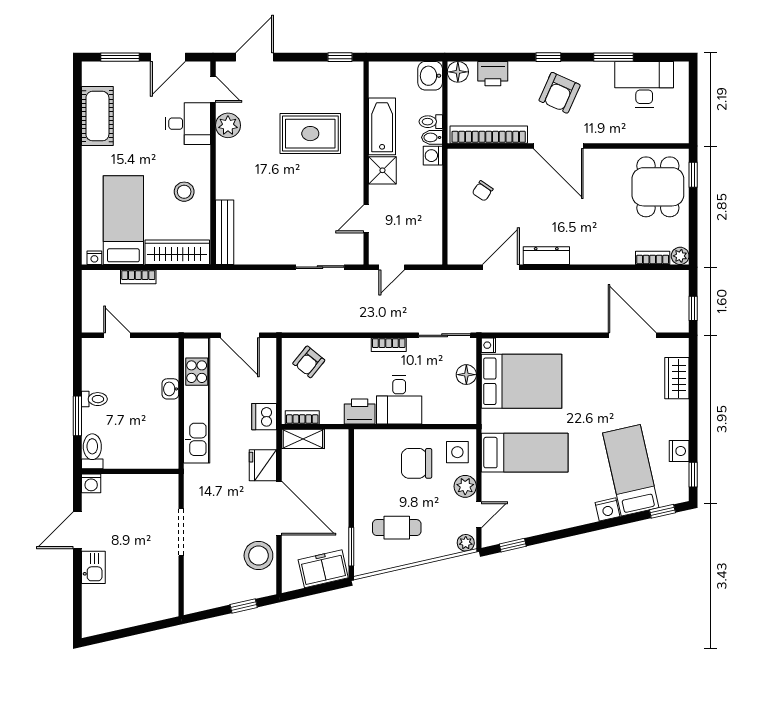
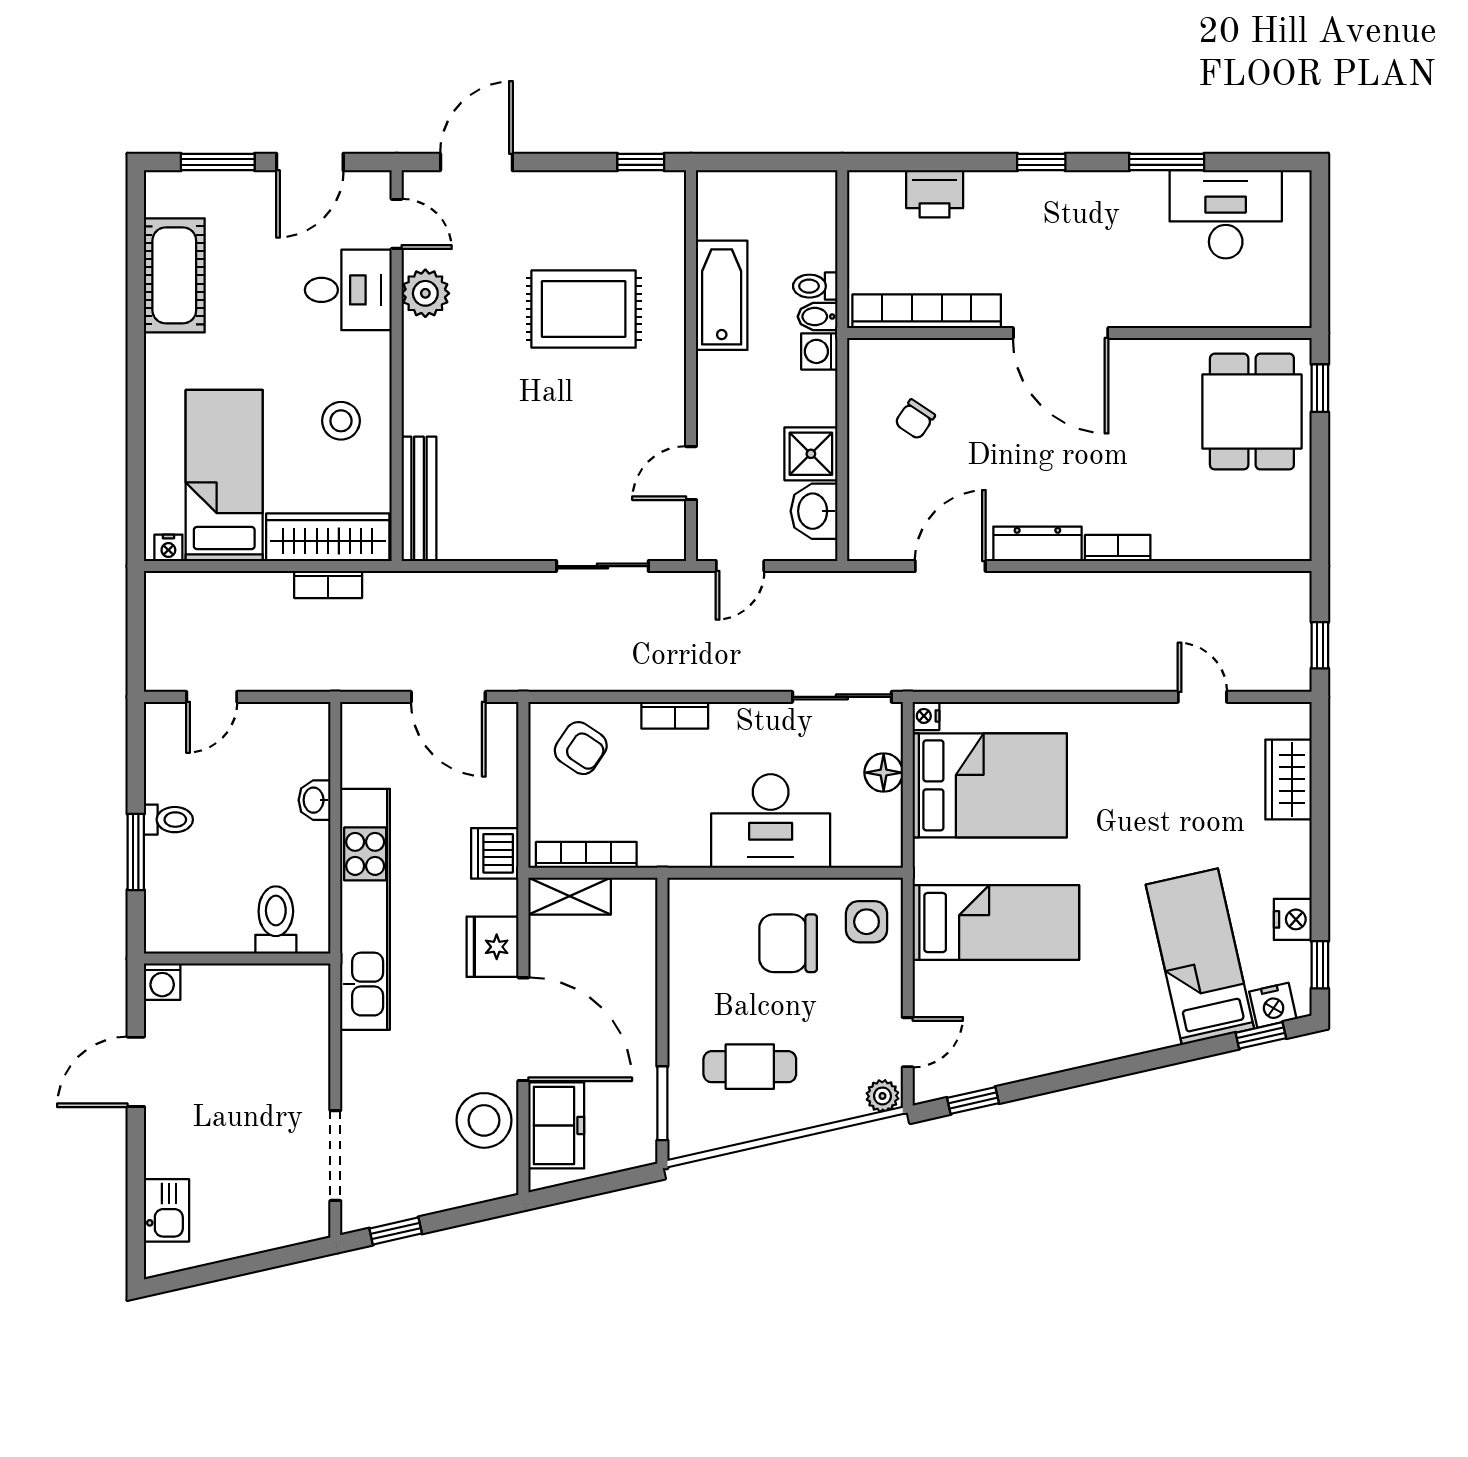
floor lamp: (458, 72) -> (867, 190), removed
washbasin: (430, 76) -> (814, 511), moved
armchair: (560, 93) -> (1063, 231), removed
shower: (382, 170) -> (811, 454), moved
plant: (680, 256) -> (1295, 544), removed
bookcase: (653, 258) -> (1118, 548), moved
bookcase: (138, 277) -> (328, 584), moved
door: (117, 335) -> (212, 697), swing flipped
door: (632, 335) -> (1202, 697), width x0.53
bookcase: (389, 345) -> (675, 715), moved
armchair: (309, 362) -> (581, 748), turned -95
kitchen unit: (197, 400) -> (365, 909), moved
desk: (399, 400) -> (771, 821), width x1.37
printer: (360, 412) -> (679, 844), removed
bookcase: (302, 417) -> (586, 855), width x1.56
toilet: (92, 451) -> (276, 920), moved
plant: (465, 486) -> (882, 987), removed
nightstand: (607, 509) -> (1273, 1005), moved
doorway: (181, 532) -> (335, 1156), moved
kitchen sink: (93, 567) -> (167, 1210), moved
freezer: (323, 569) -> (556, 1125), moved, turned 103
window: (244, 606) -> (396, 1231), moved

